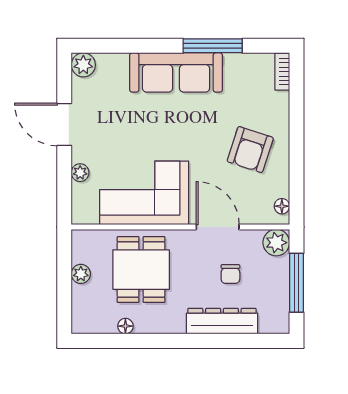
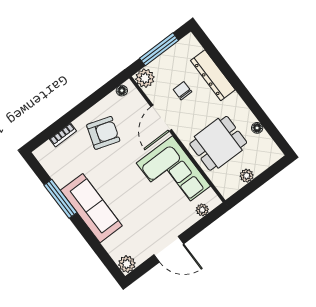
bookcase: (282, 72) -> (63, 135), moved
door: (64, 124) -> (169, 249), hinge flipped
plant: (80, 173) -> (202, 210), moved
chair: (230, 274) -> (182, 91), turned -90

